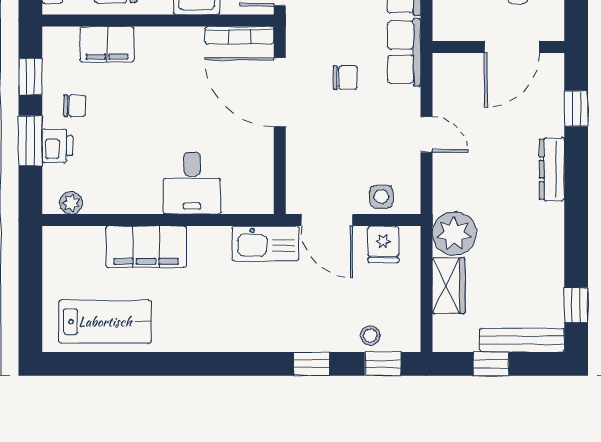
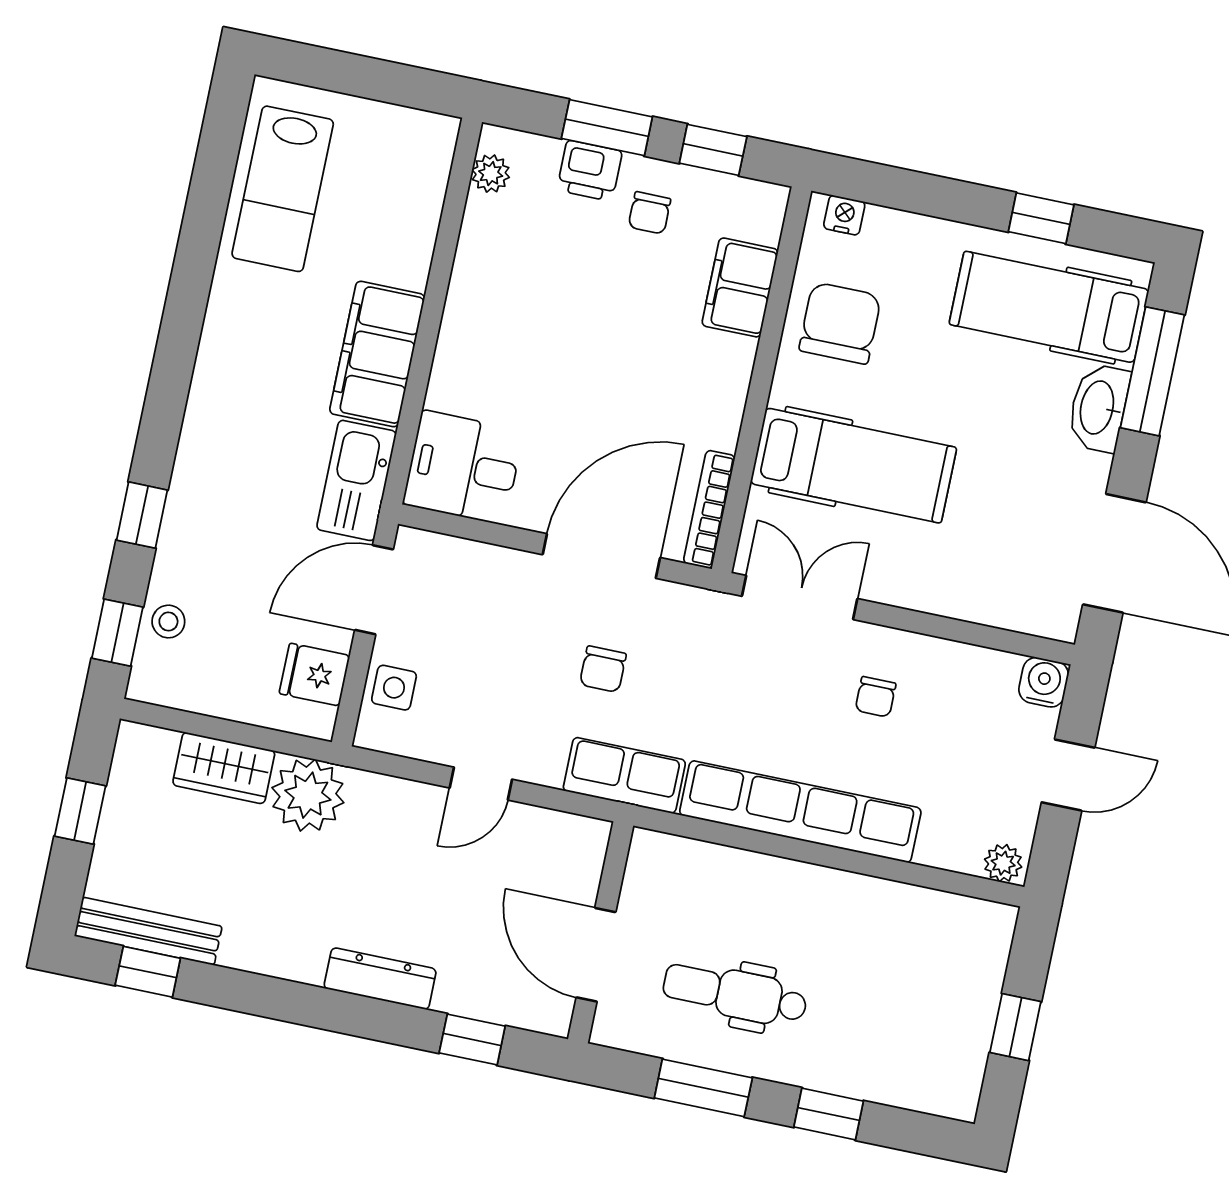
desk: (192, 183) -> (463, 467), moved
filing cabinet: (146, 247) -> (377, 354), moved
bench: (522, 340) -> (148, 931), moved, turned 90

